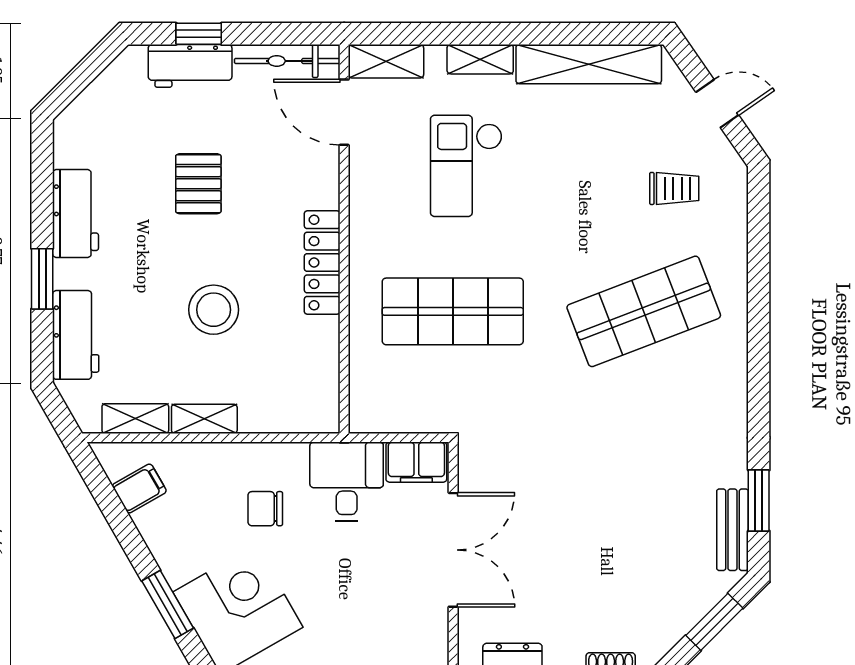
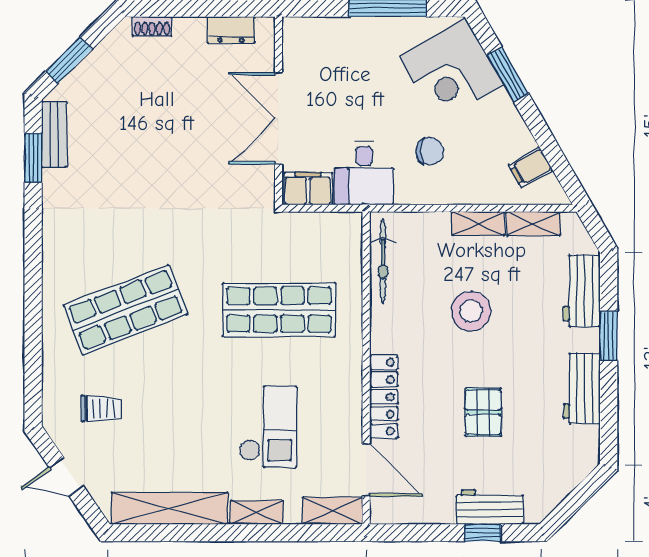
bicycle: (287, 61) -> (383, 262), moved, turned 90
trolley: (674, 188) -> (101, 409), turned 180
locker: (322, 263) -> (384, 397), moved

